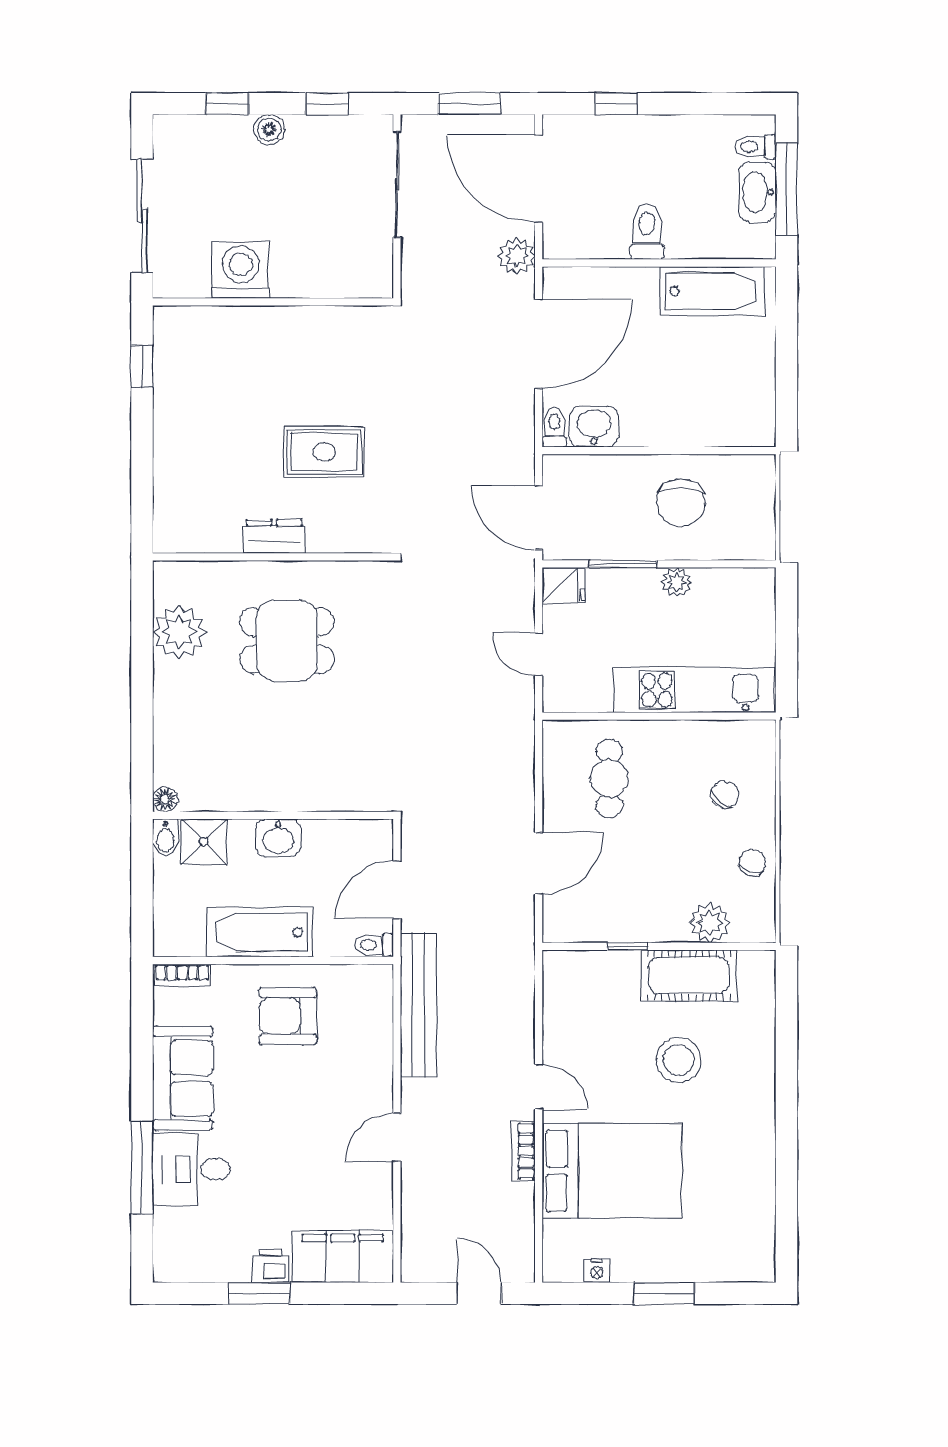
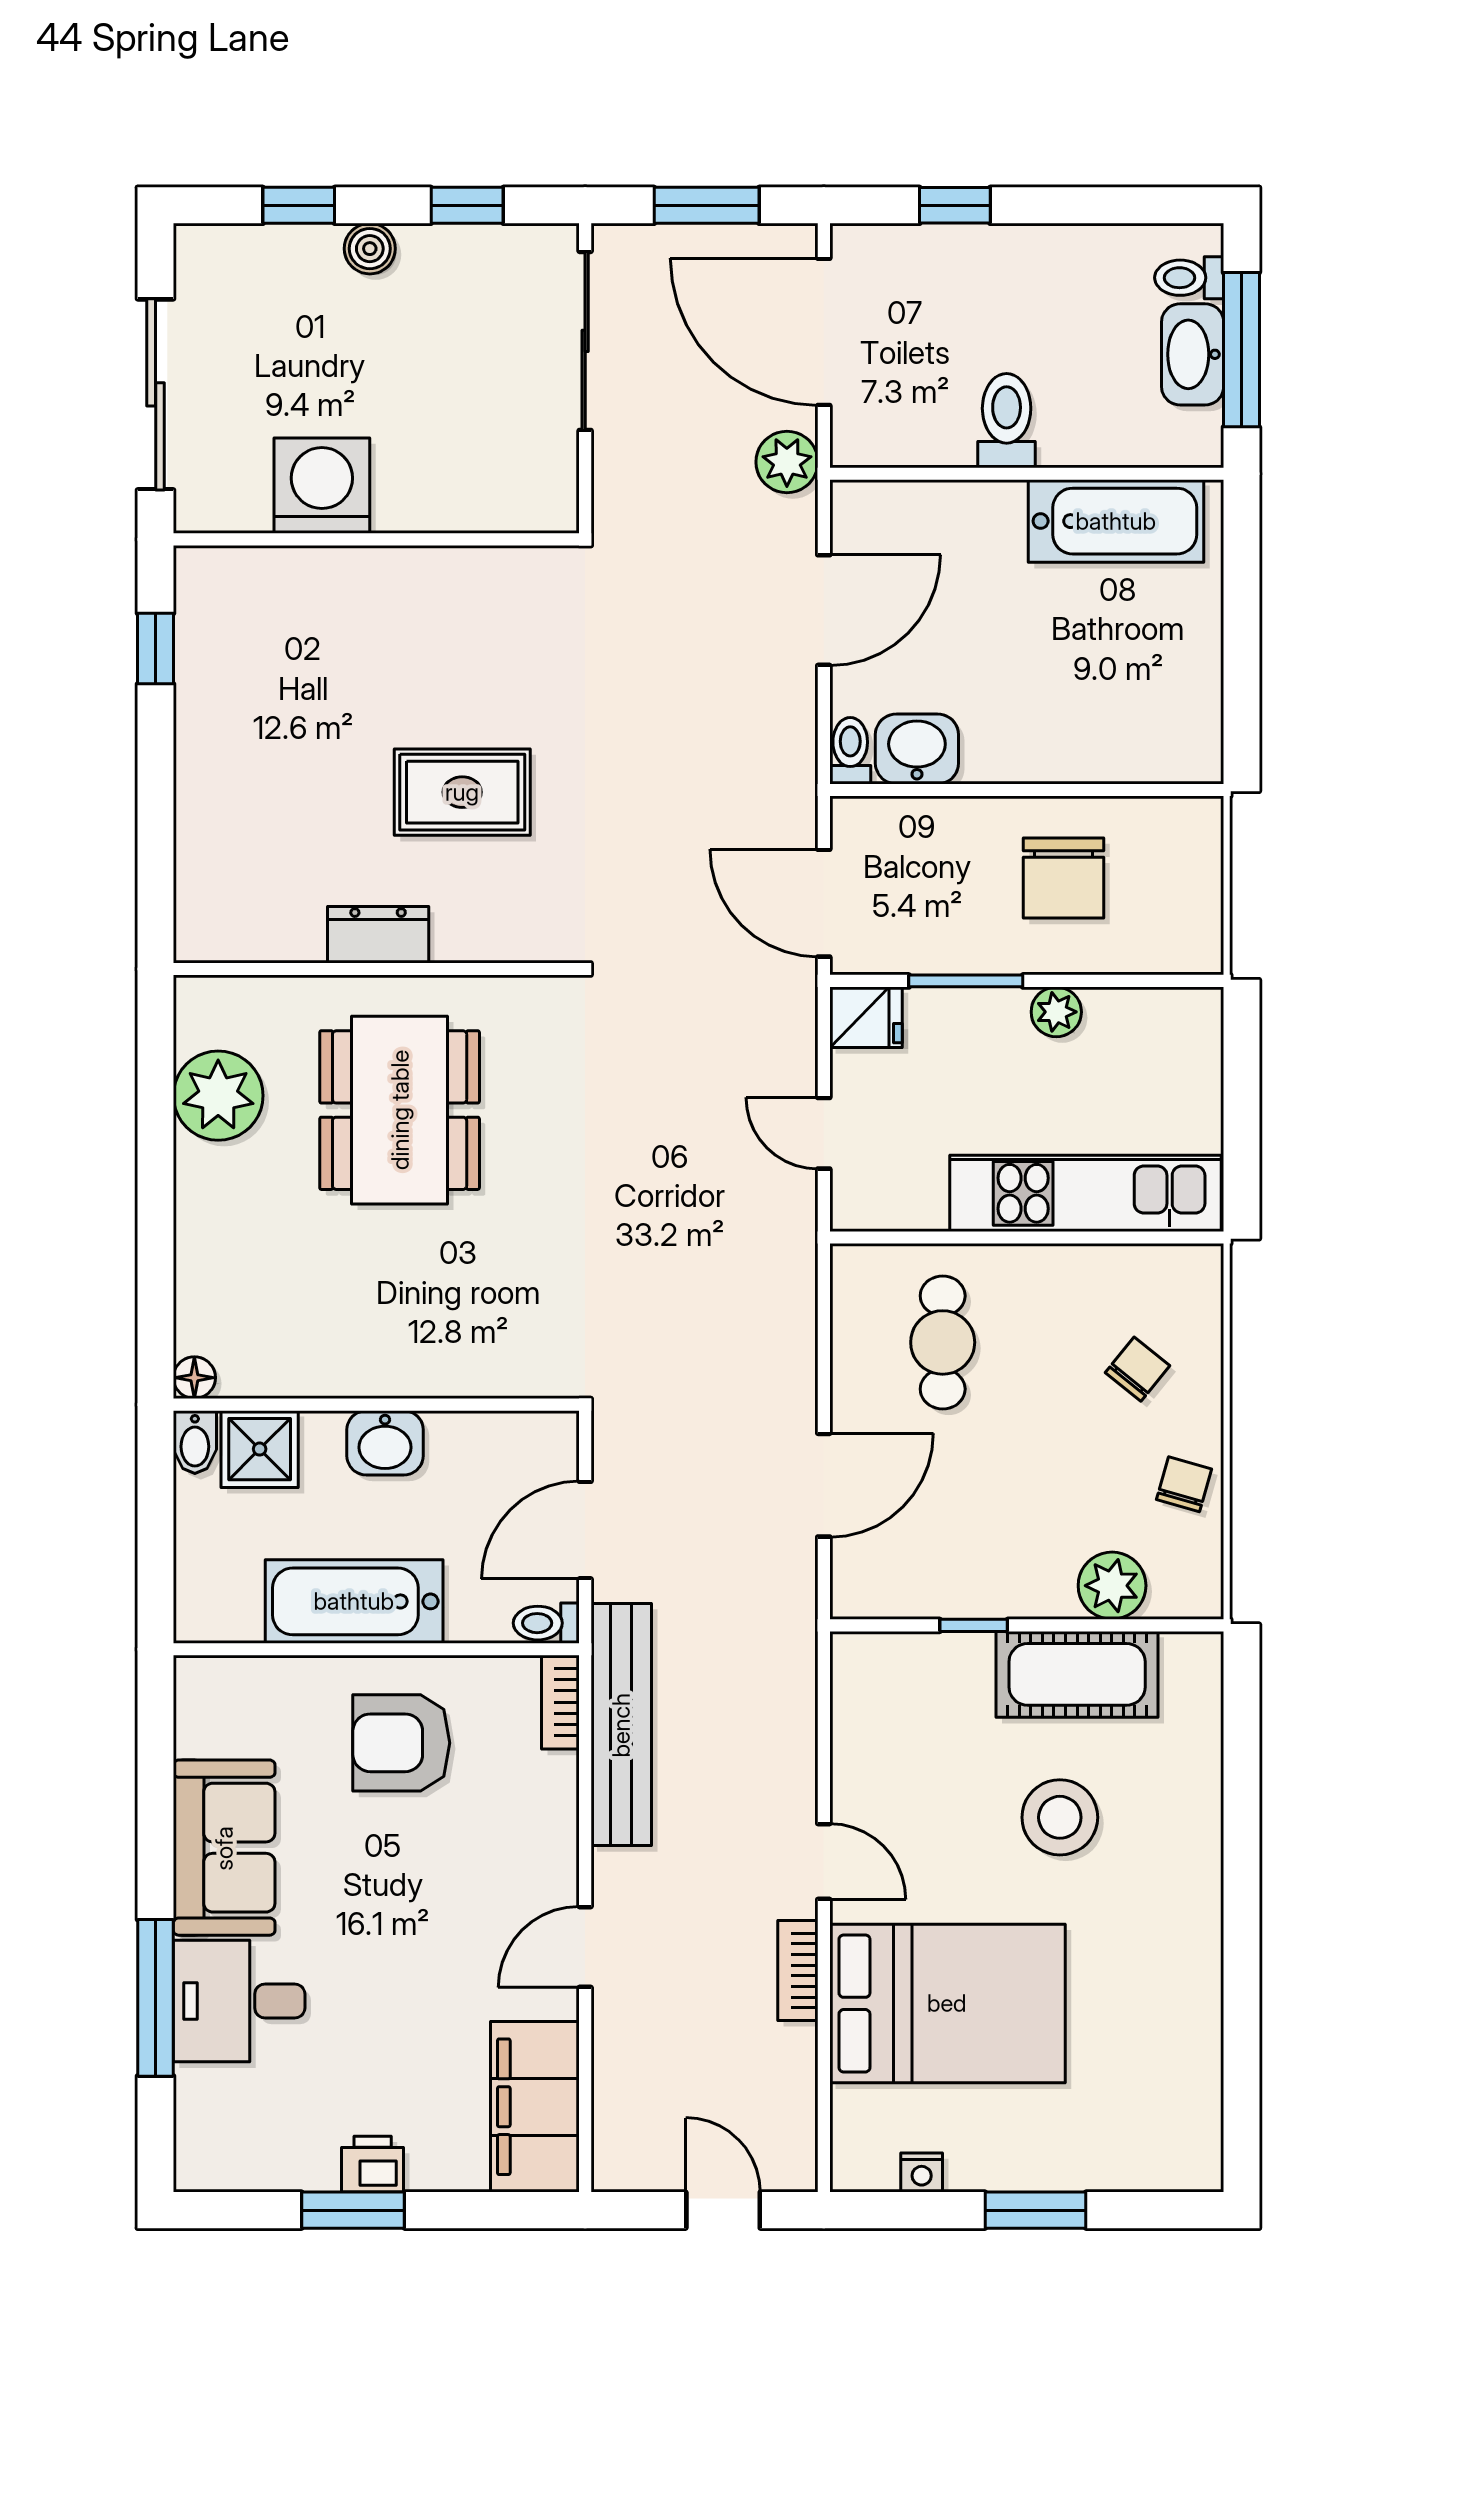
door: (539, 344) -> (824, 610), width x0.73
dining table: (287, 641) -> (400, 1110), width x1.37
bookcase: (182, 975) -> (560, 1702), moved, turned 90
filing cabinet: (343, 1256) -> (535, 2107), moved, turned -90

